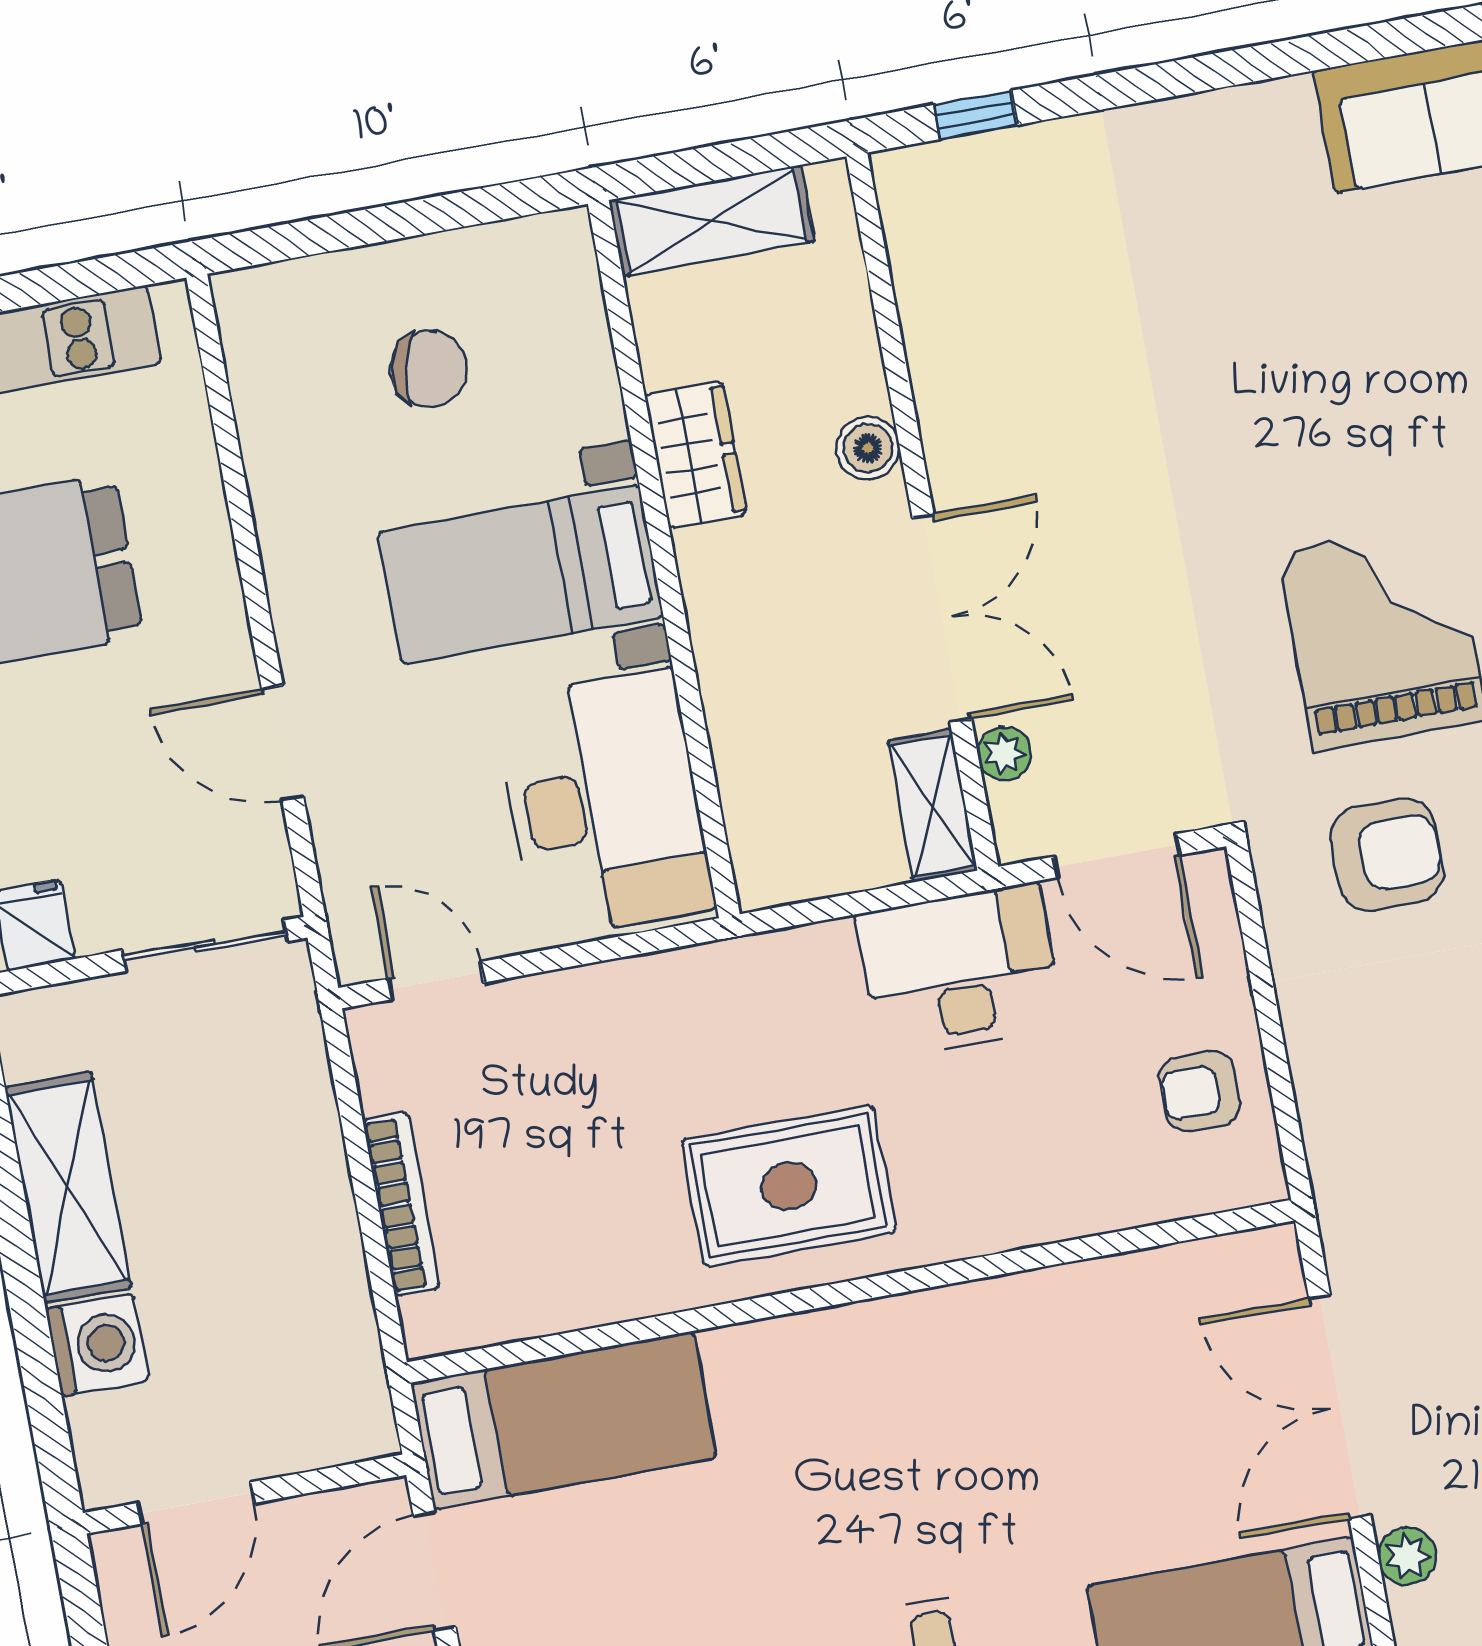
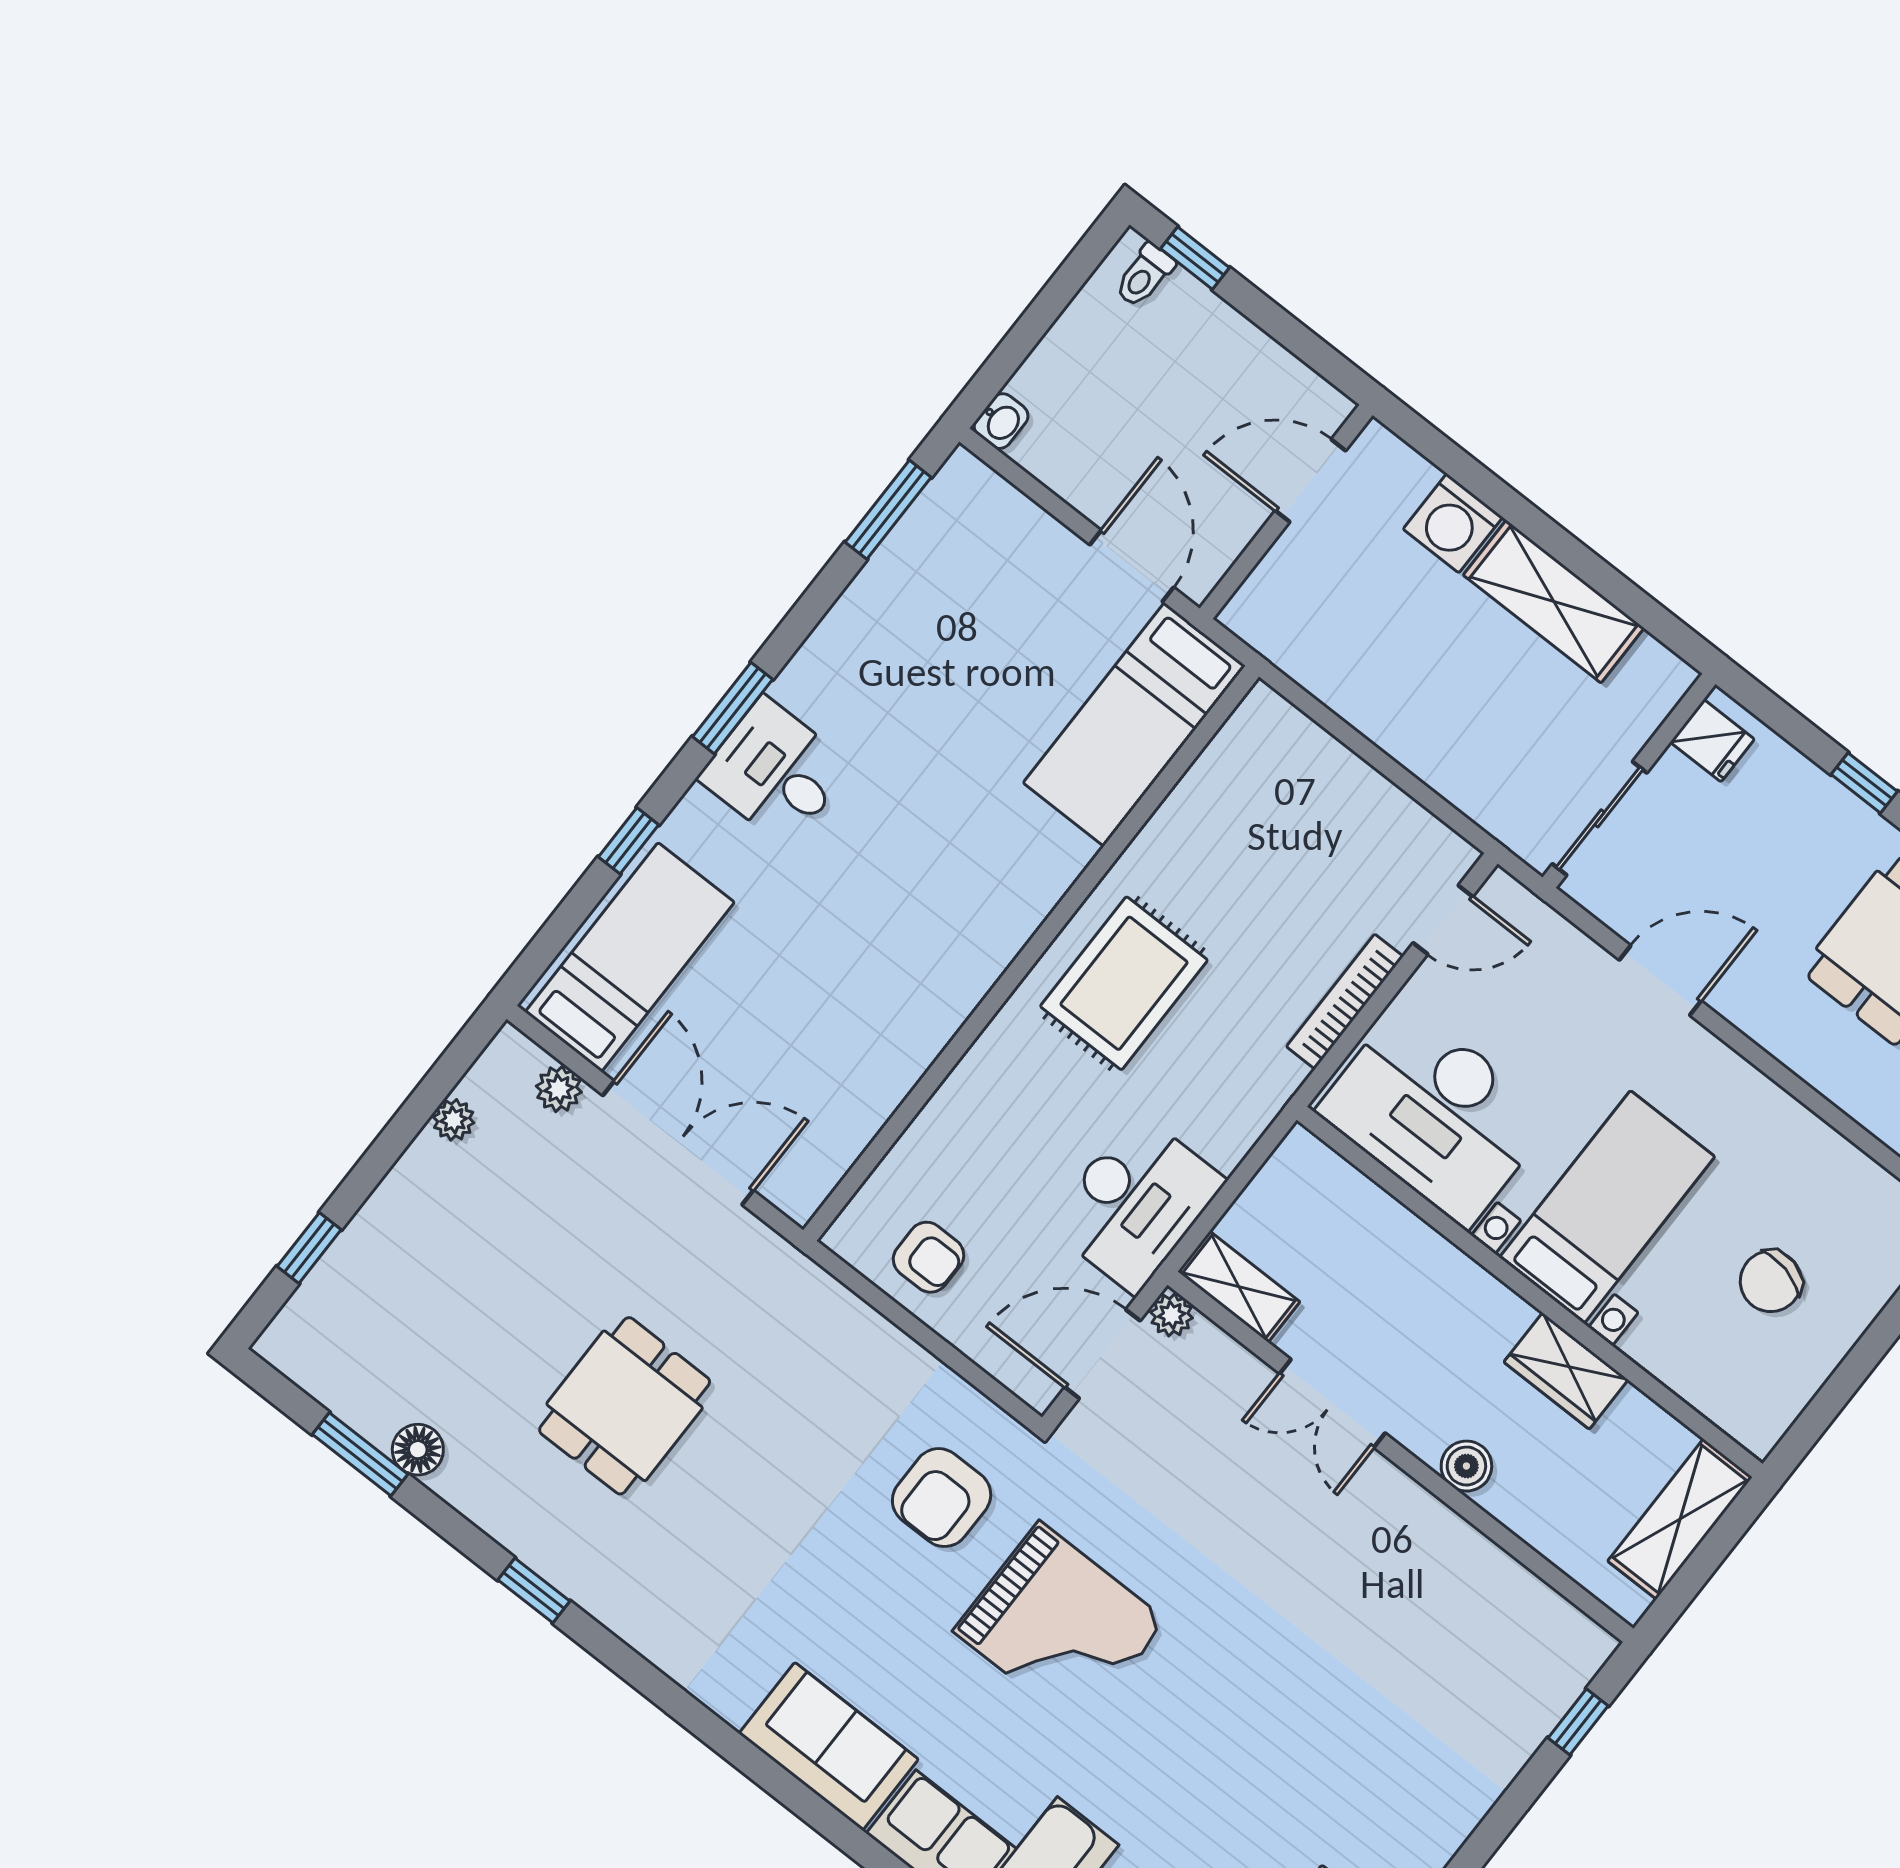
double door: (942, 618) -> (1332, 1403), width x0.73
plant: (1004, 754) -> (1172, 1315), moved
armchair: (1200, 1091) -> (929, 1257), turned 90
bookcase: (401, 1204) -> (1345, 1002), moved, turned 90
door: (196, 1503) -> (1310, 481), hinge flipped

